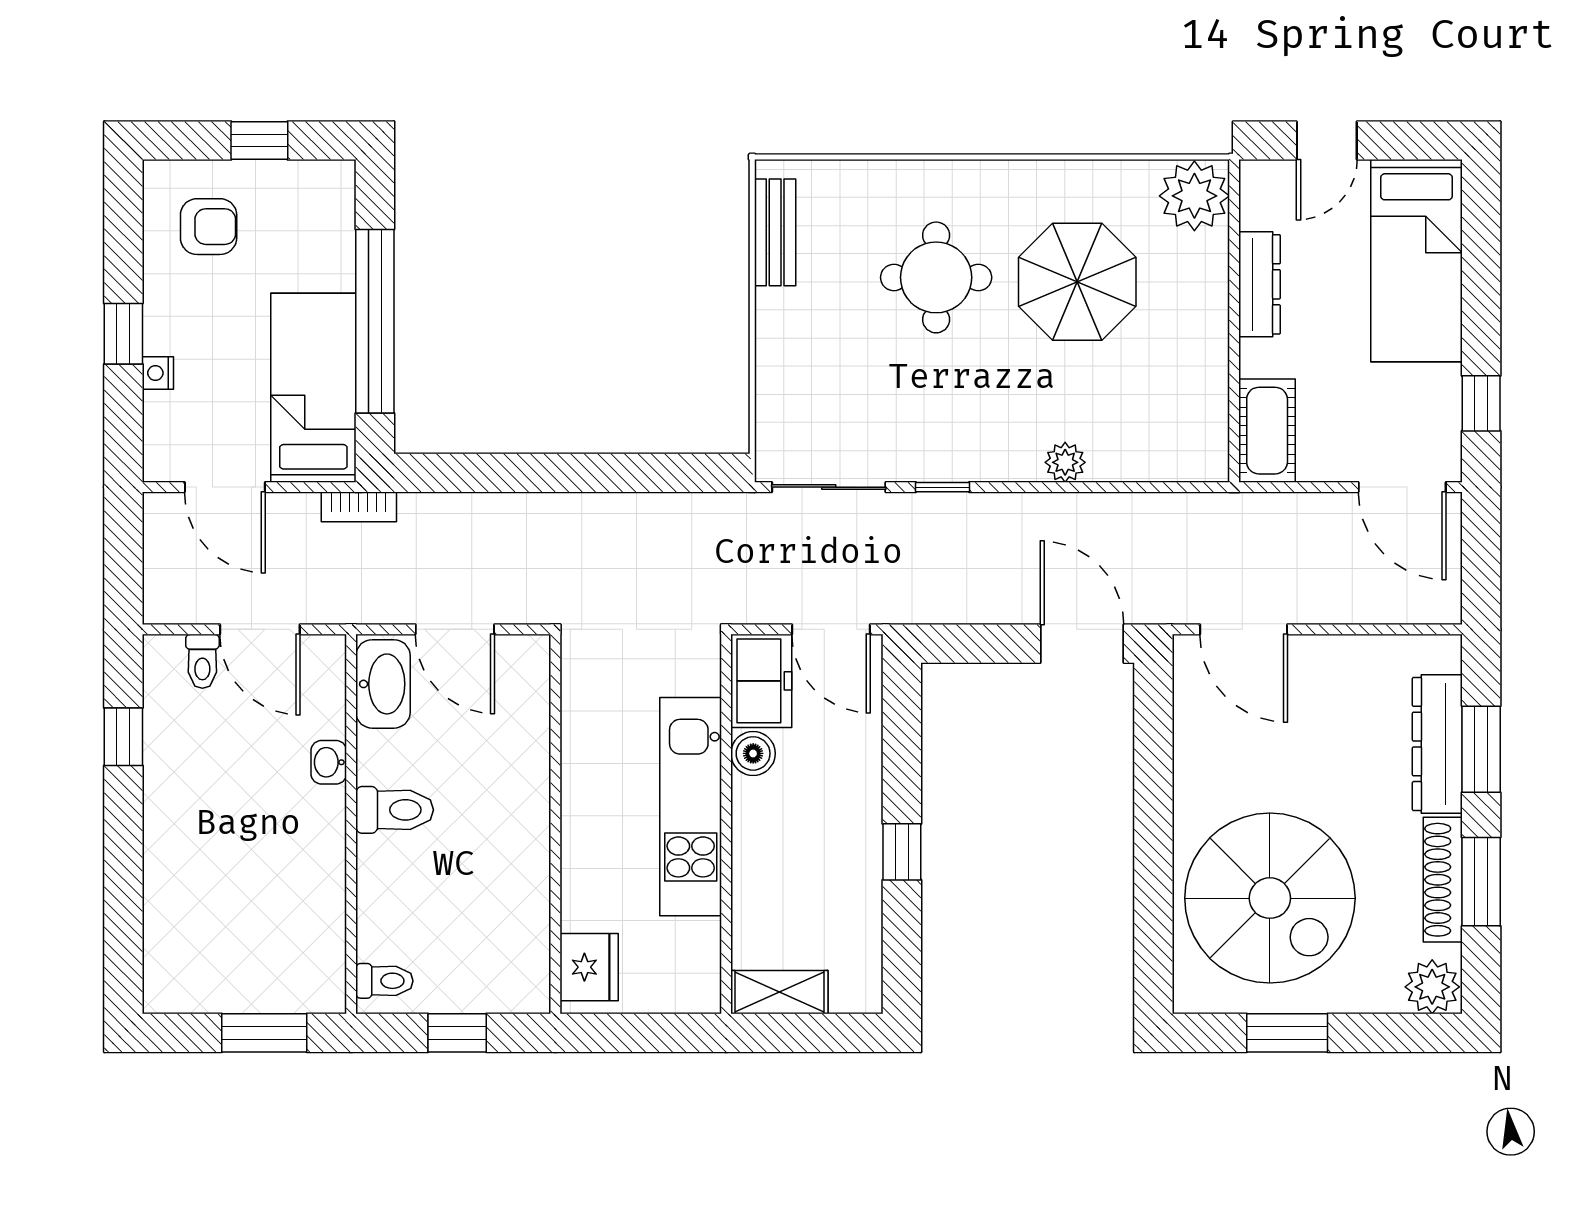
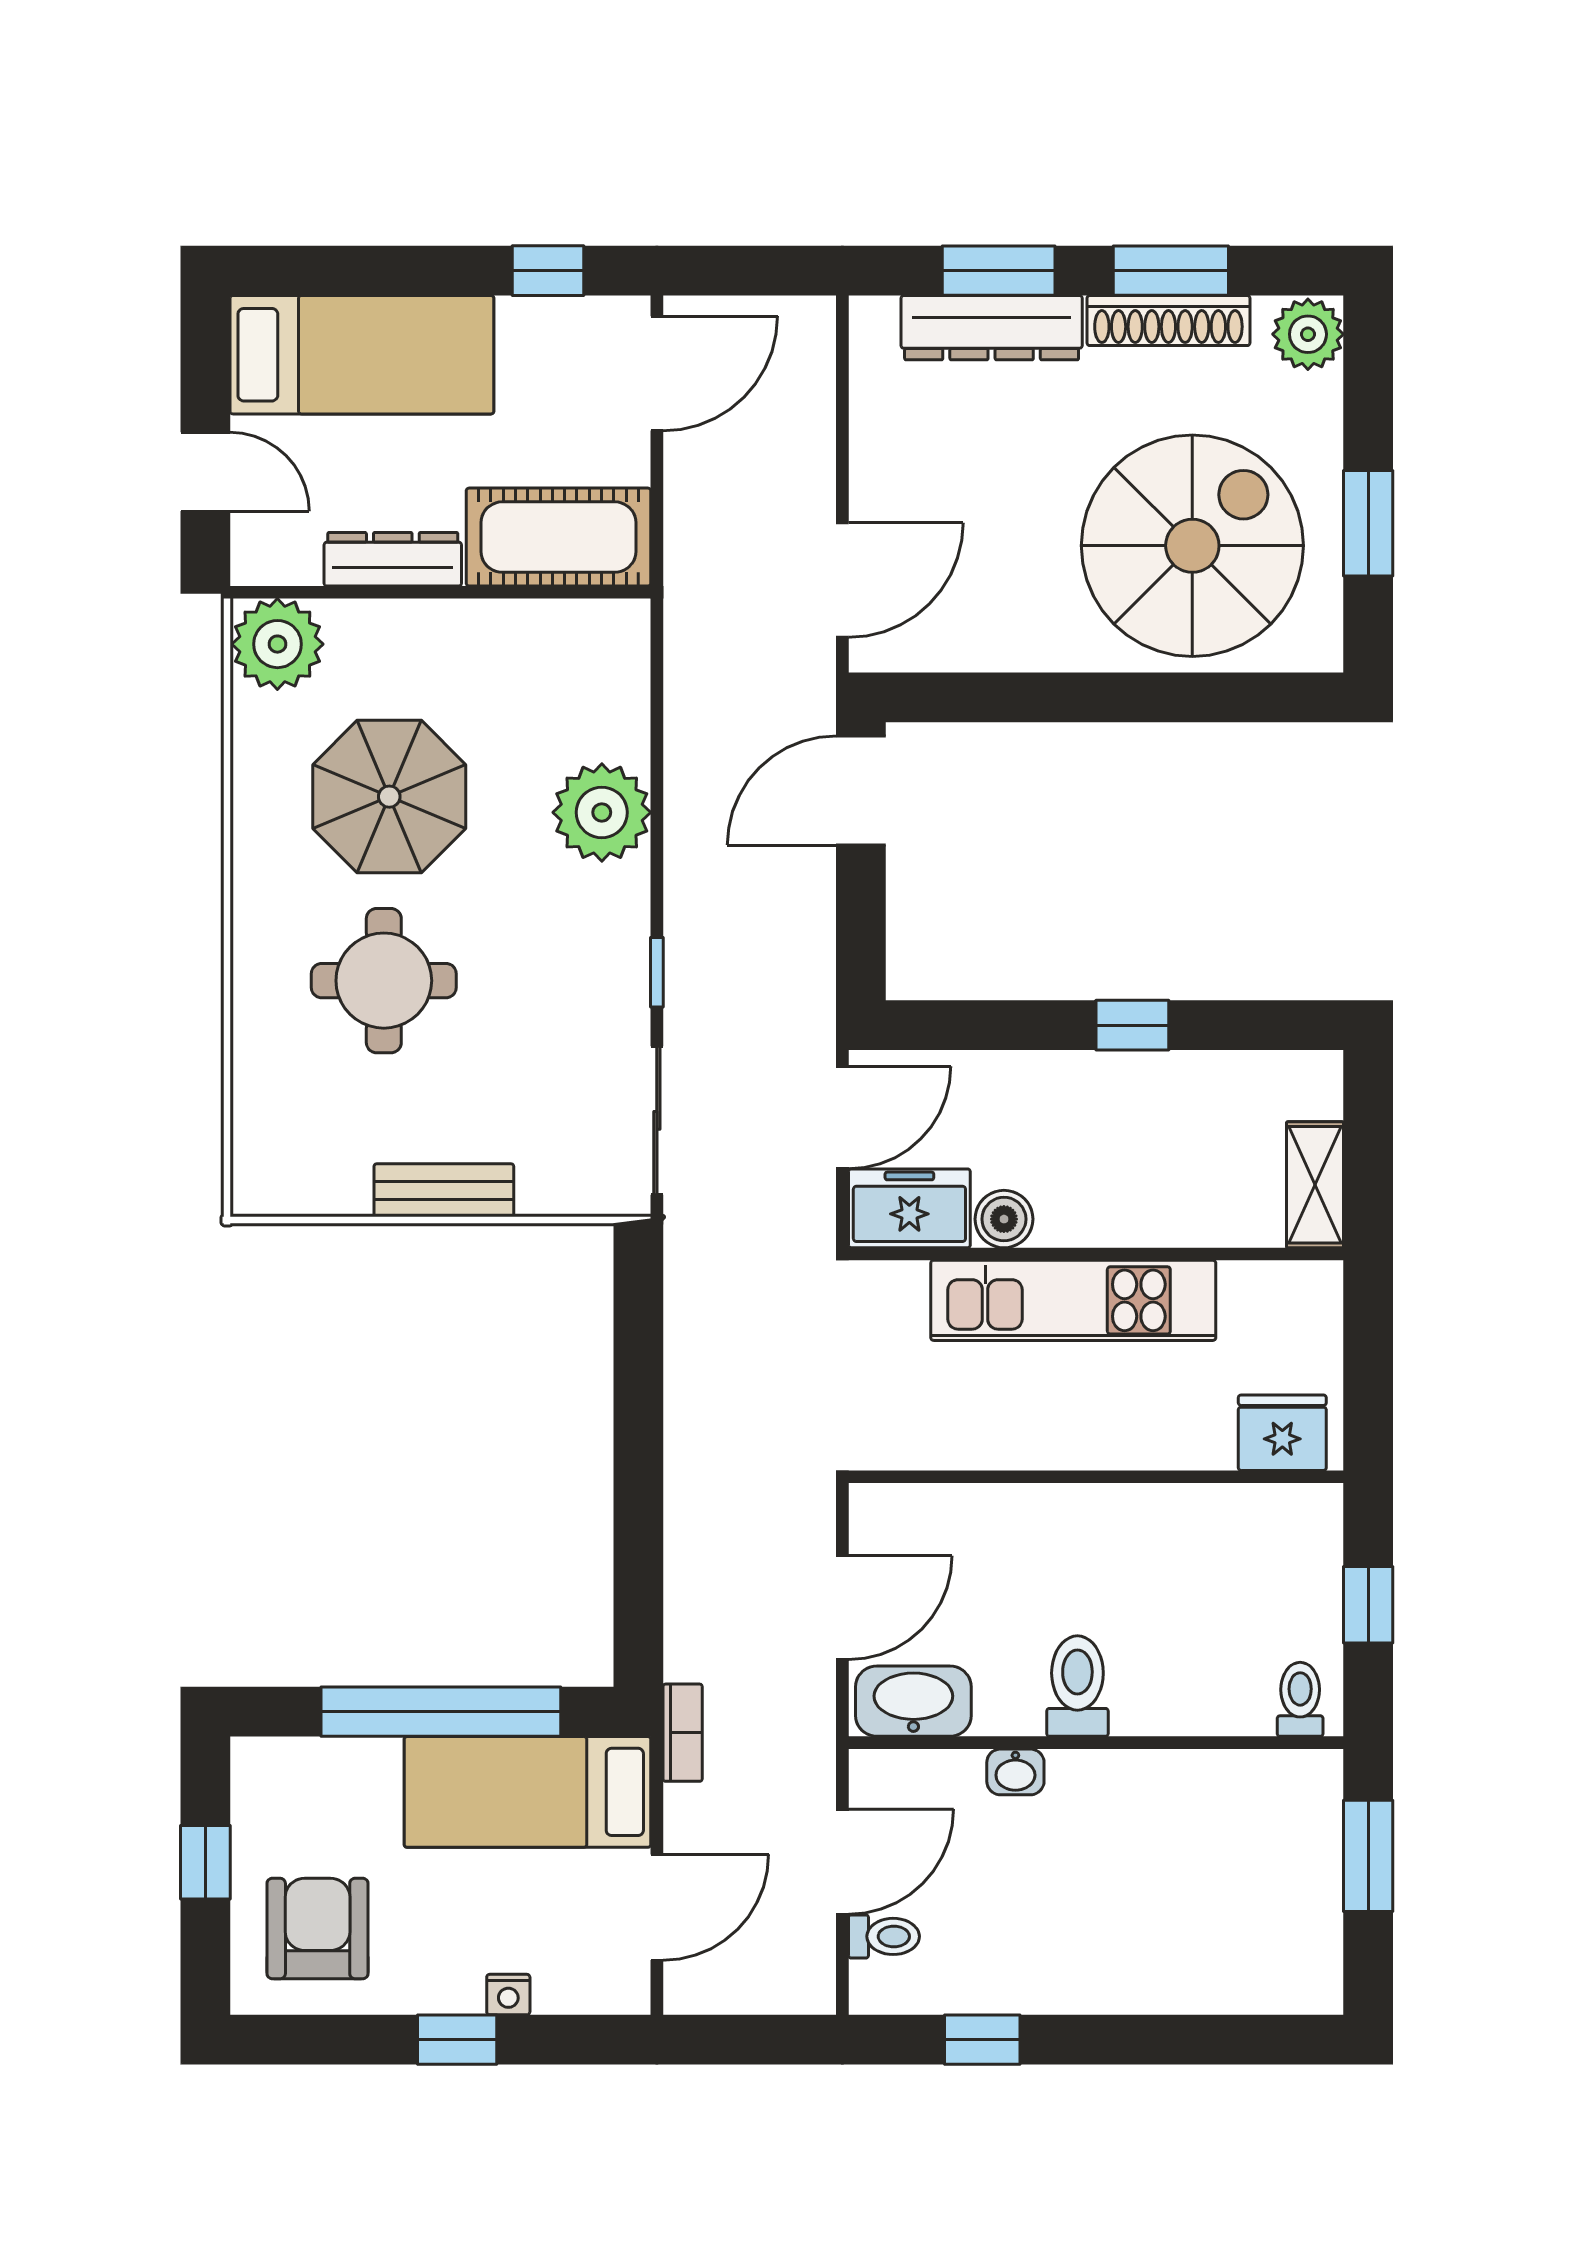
armchair: (209, 227) -> (318, 1928), width x1.38, depth x1.38
bench: (775, 232) -> (444, 1190), moved
cot: (1267, 431) -> (558, 537), width x1.37, depth x1.34
plant: (1065, 462) -> (602, 812), width x1.88, depth x1.88

